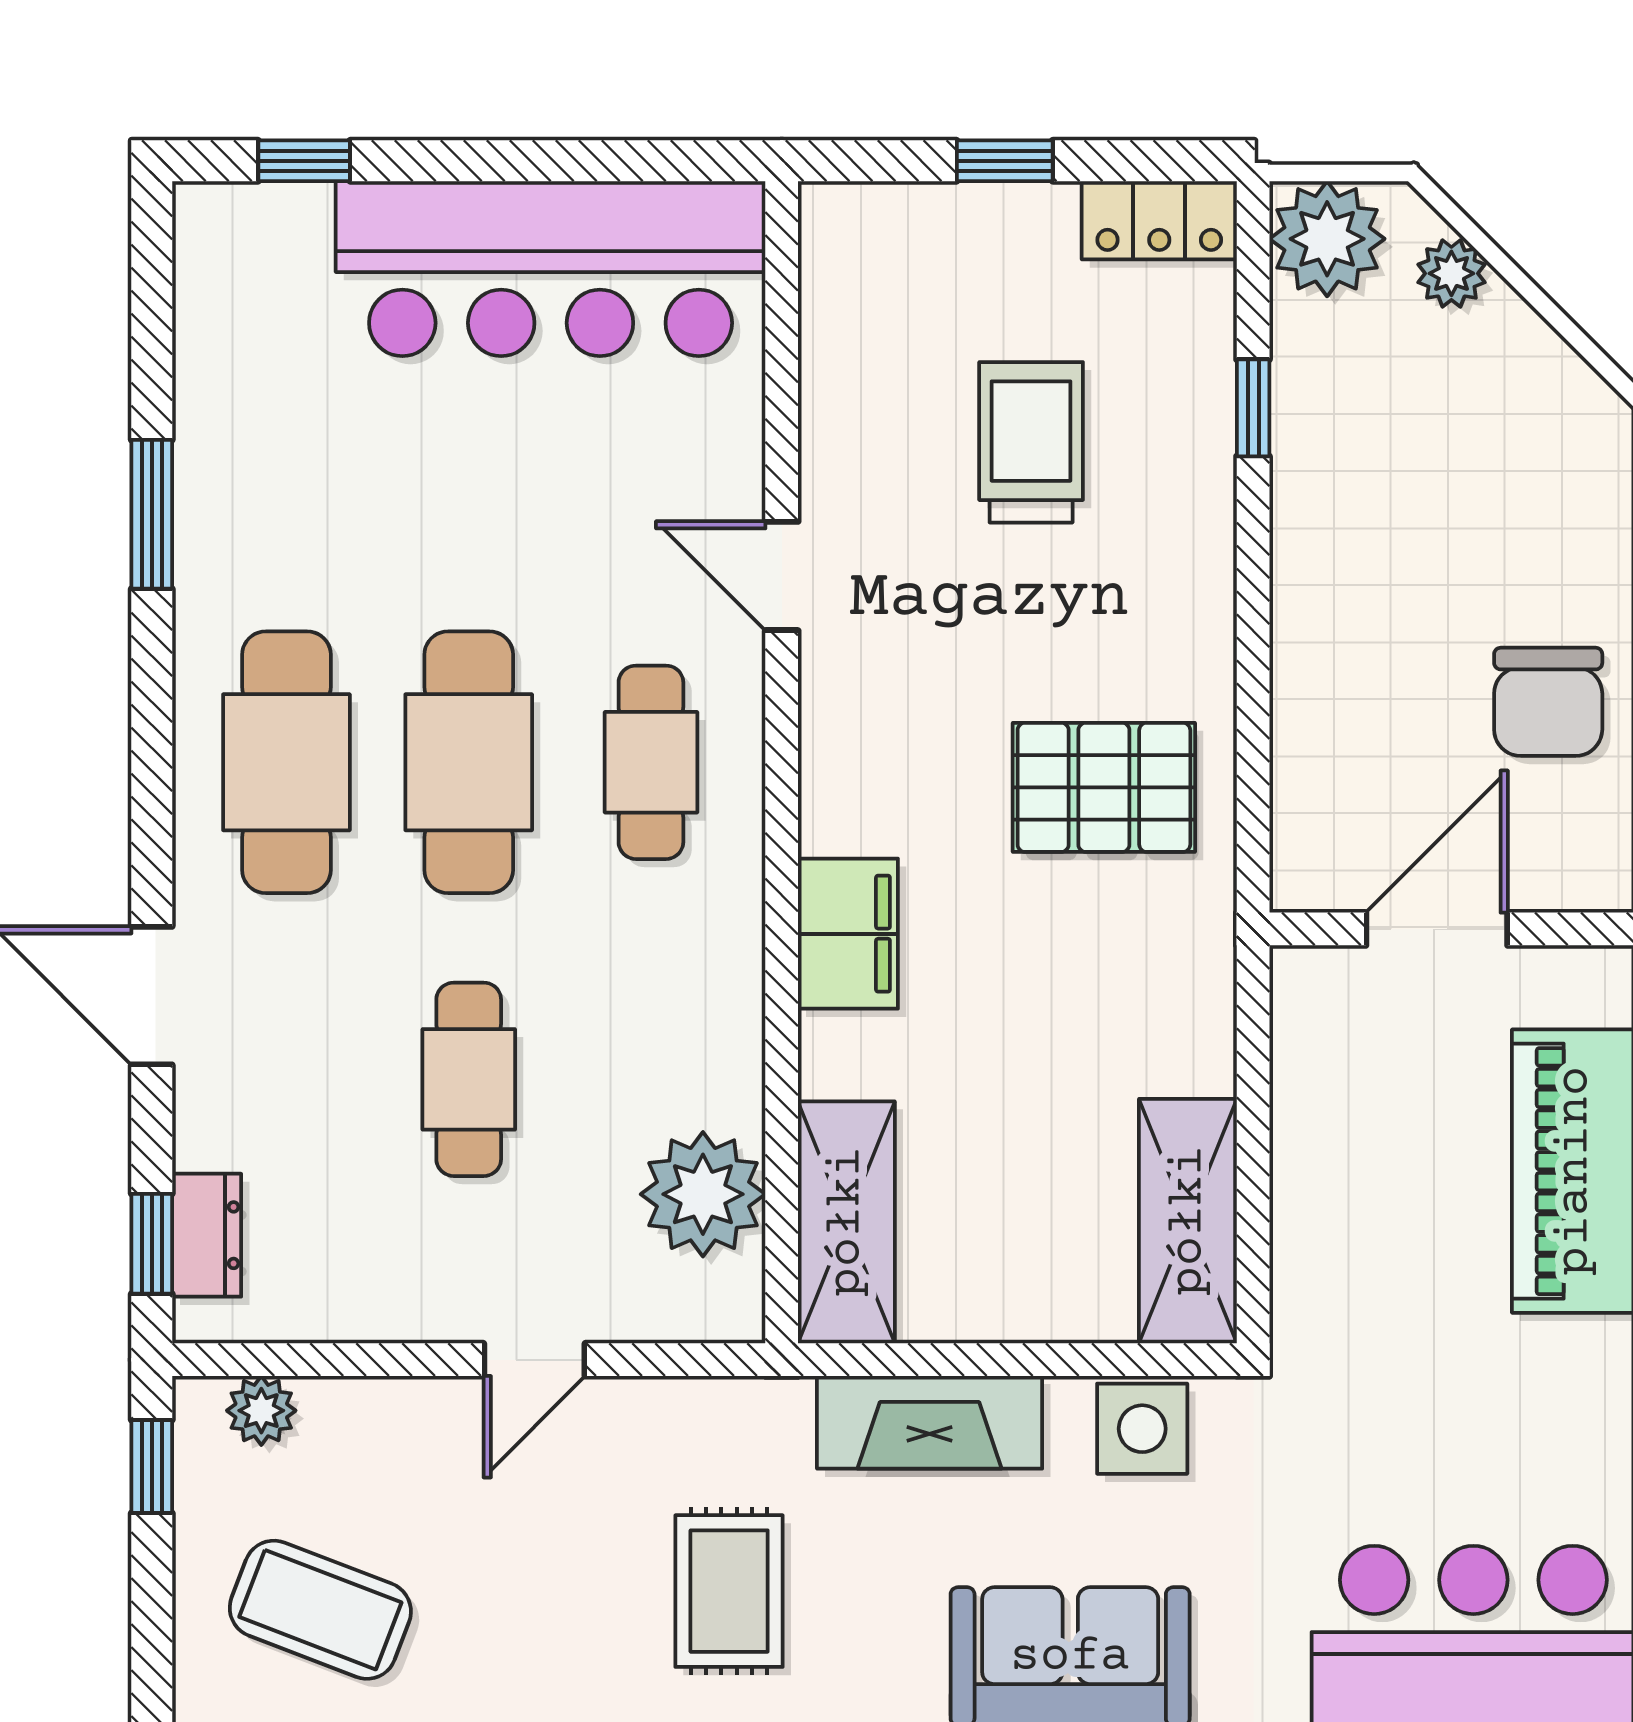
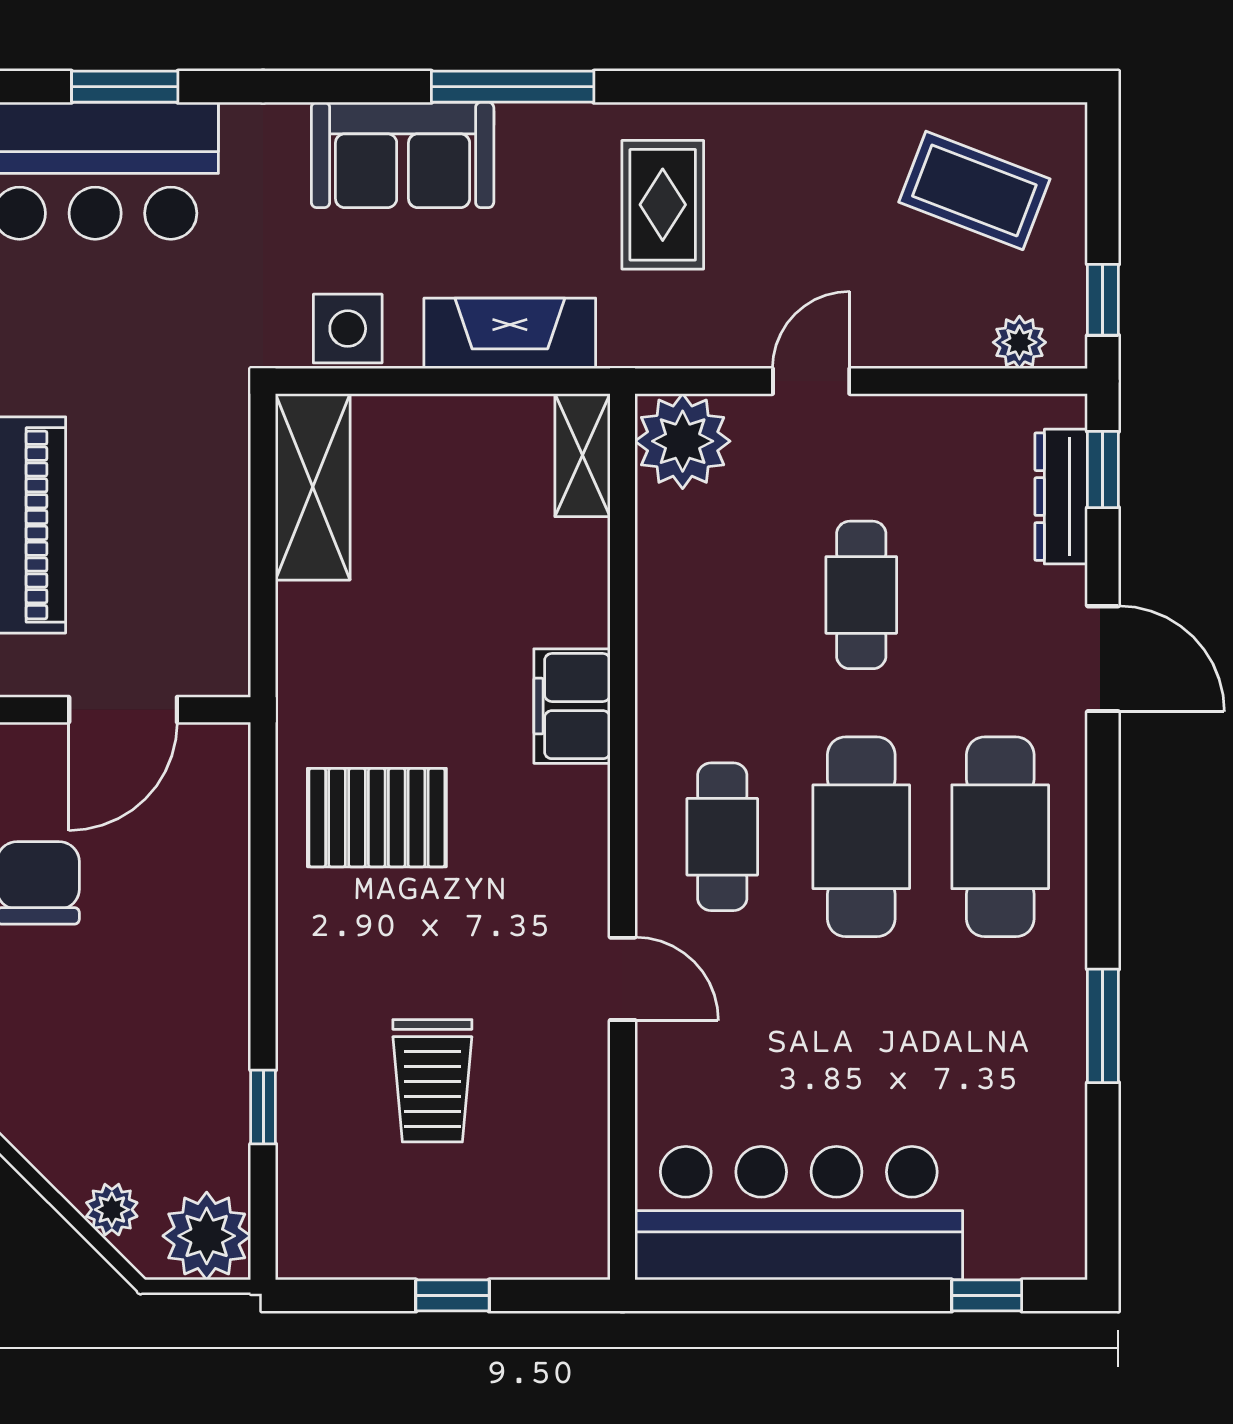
locker: (1159, 220) -> (335, 1250), removed
plant: (703, 1194) -> (683, 441), moved
shelving: (846, 1222) -> (582, 455), width x0.67, depth x0.75
dresser: (207, 1235) -> (1061, 497), width x1.44

